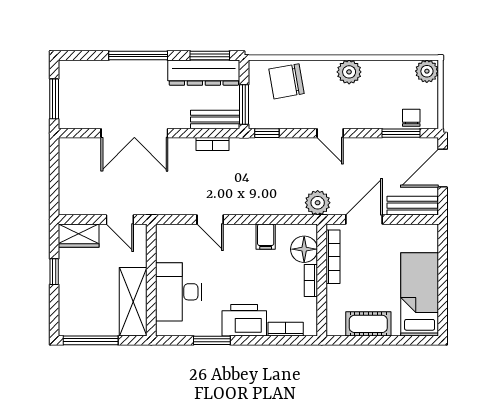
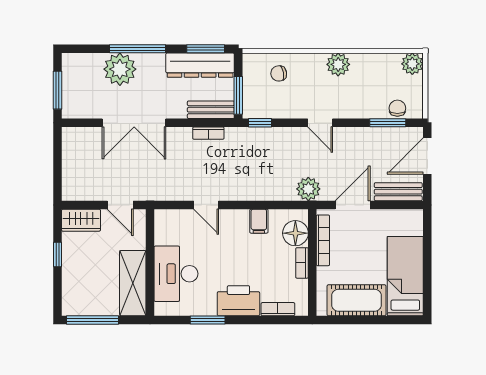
plant: (119, 77) -> (120, 69), added
chair: (286, 81) -> (279, 73), width x0.54, depth x0.54
cot: (368, 324) -> (357, 300), width x1.37, depth x1.34

